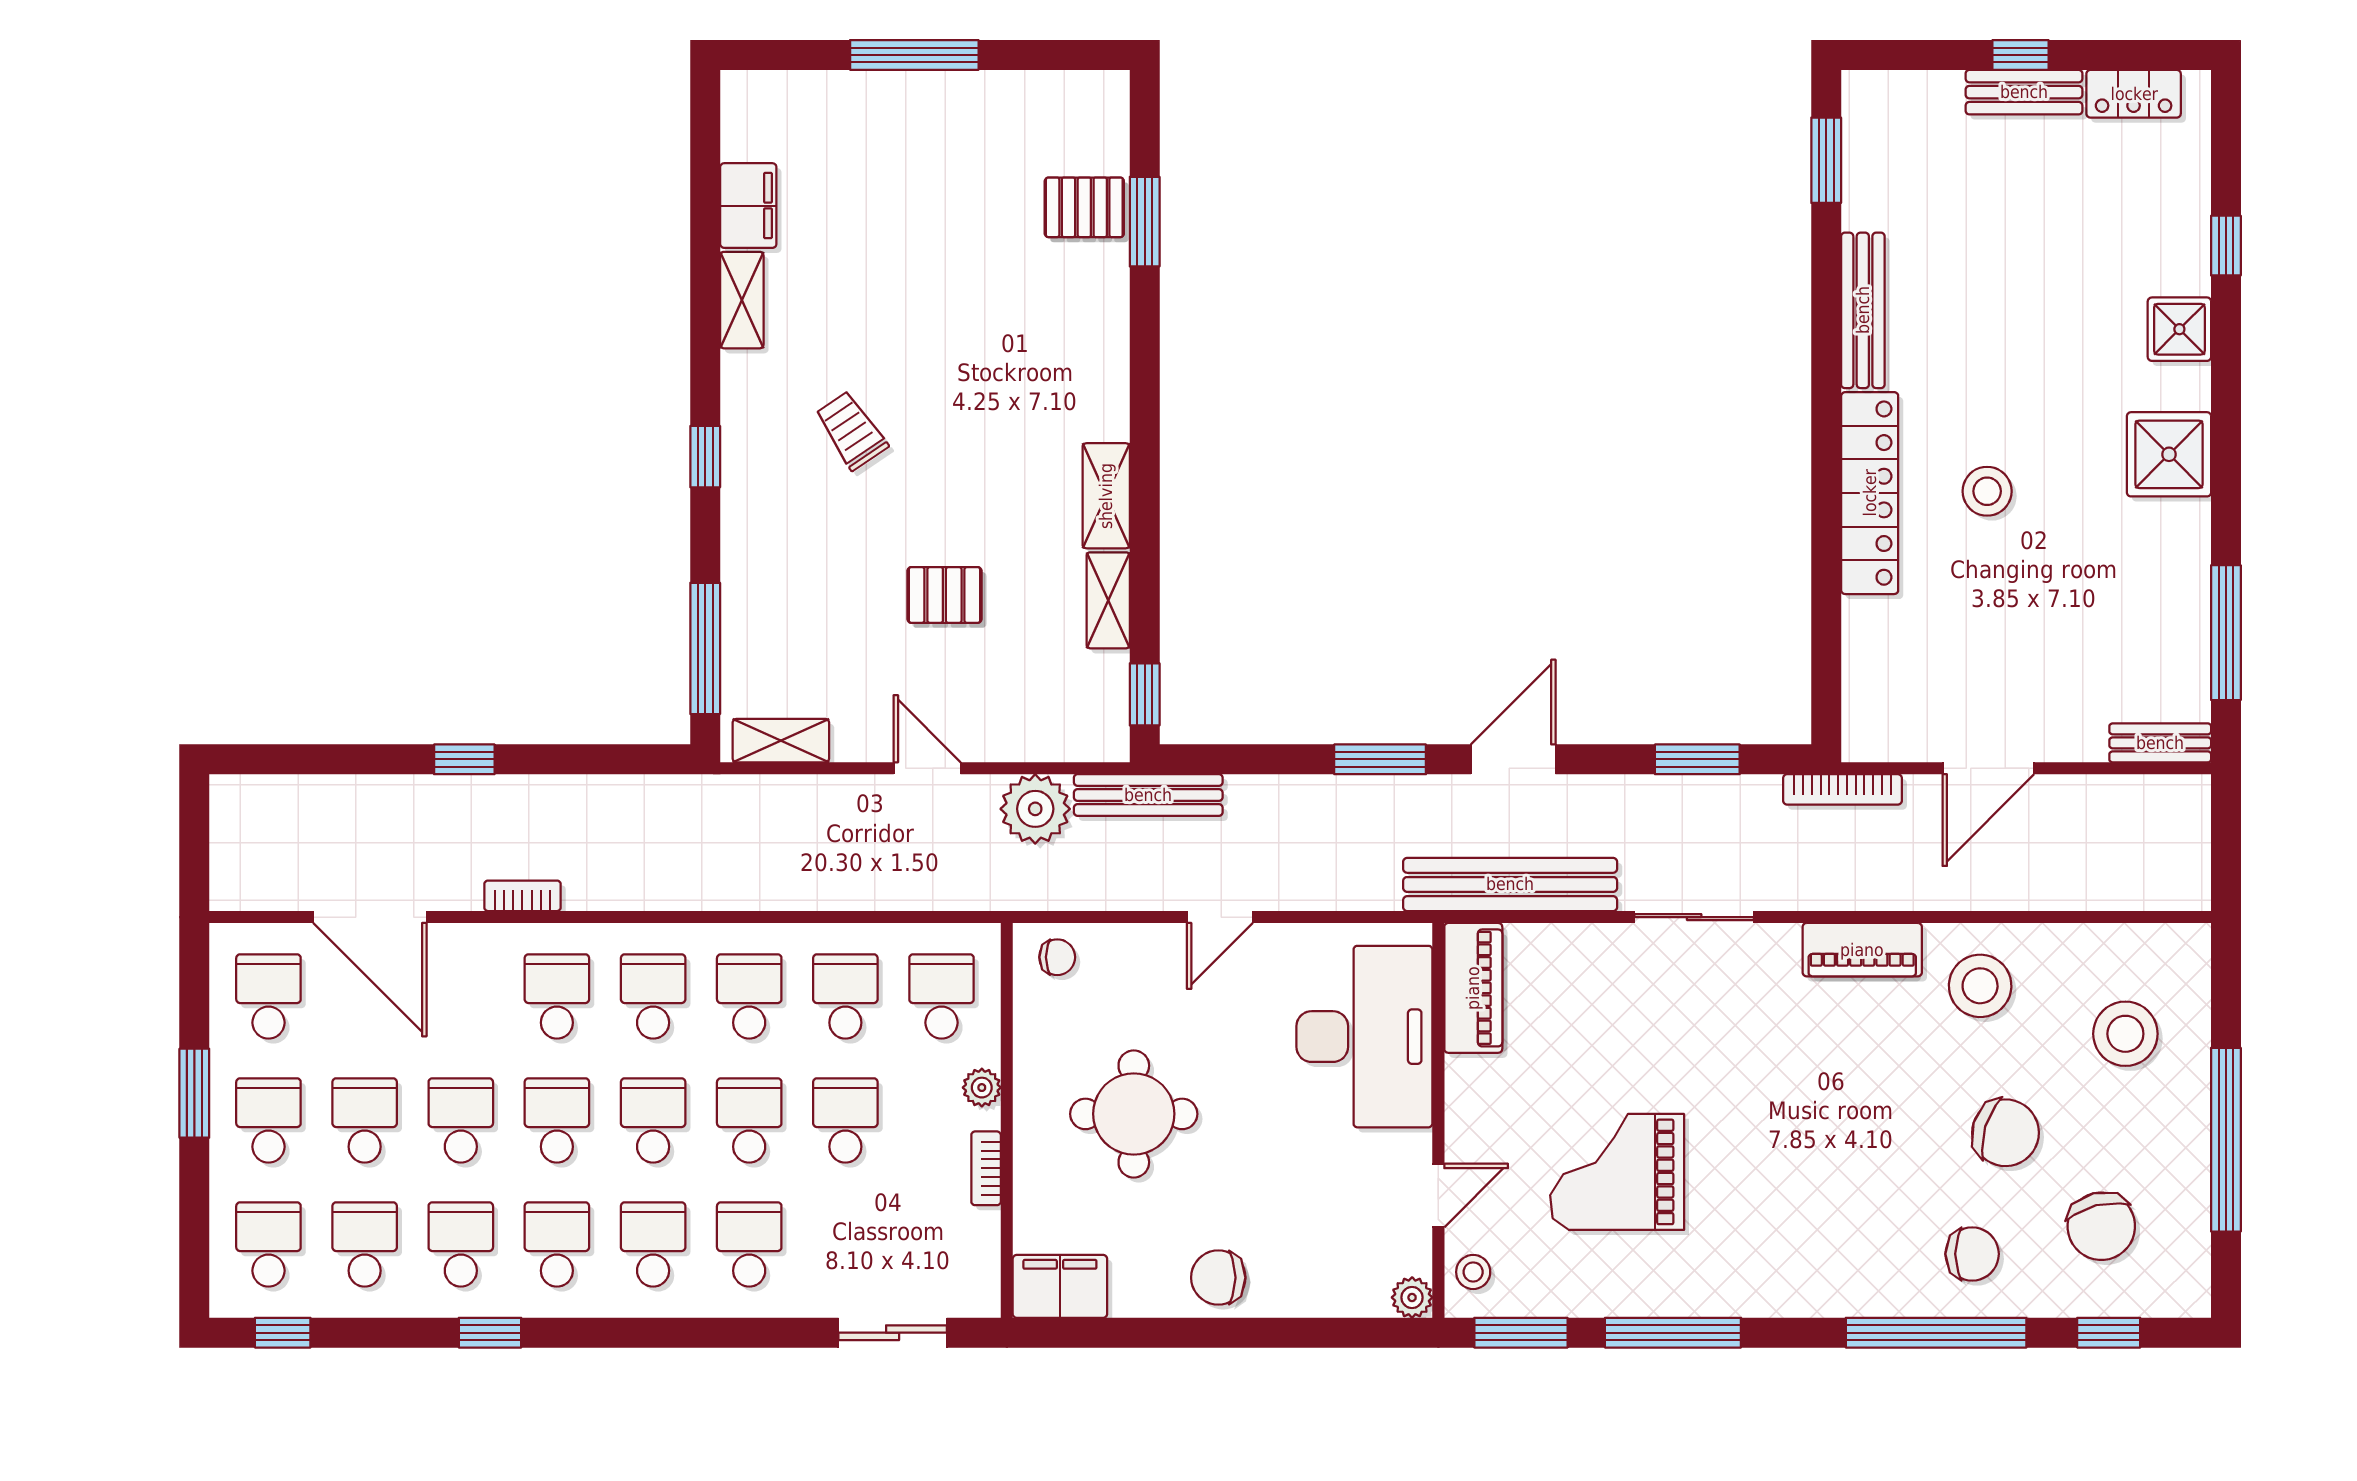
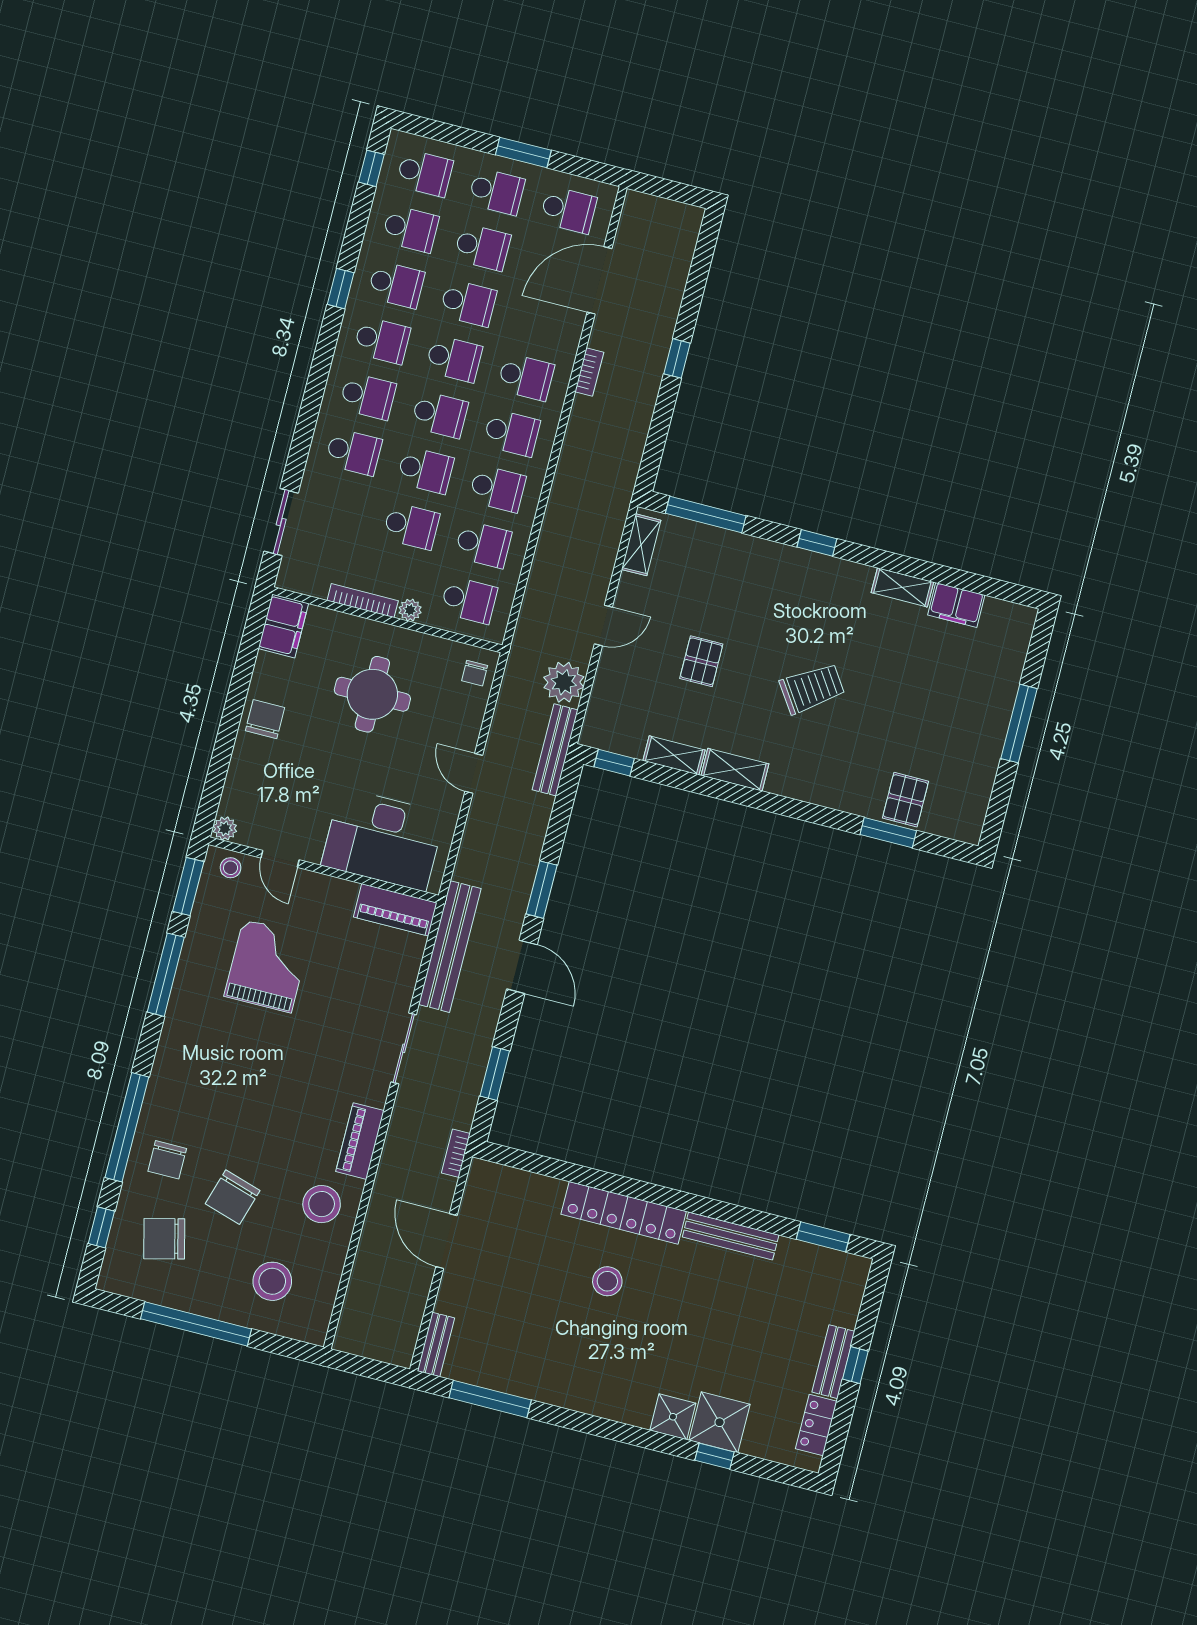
trolley: (851, 430) -> (812, 688), moved, width x1.36, depth x1.39
shower: (2169, 454) -> (720, 1422), moved
bookcase: (1842, 789) -> (456, 1153), width x0.64
bookcase: (986, 1168) -> (363, 601), width x1.56

